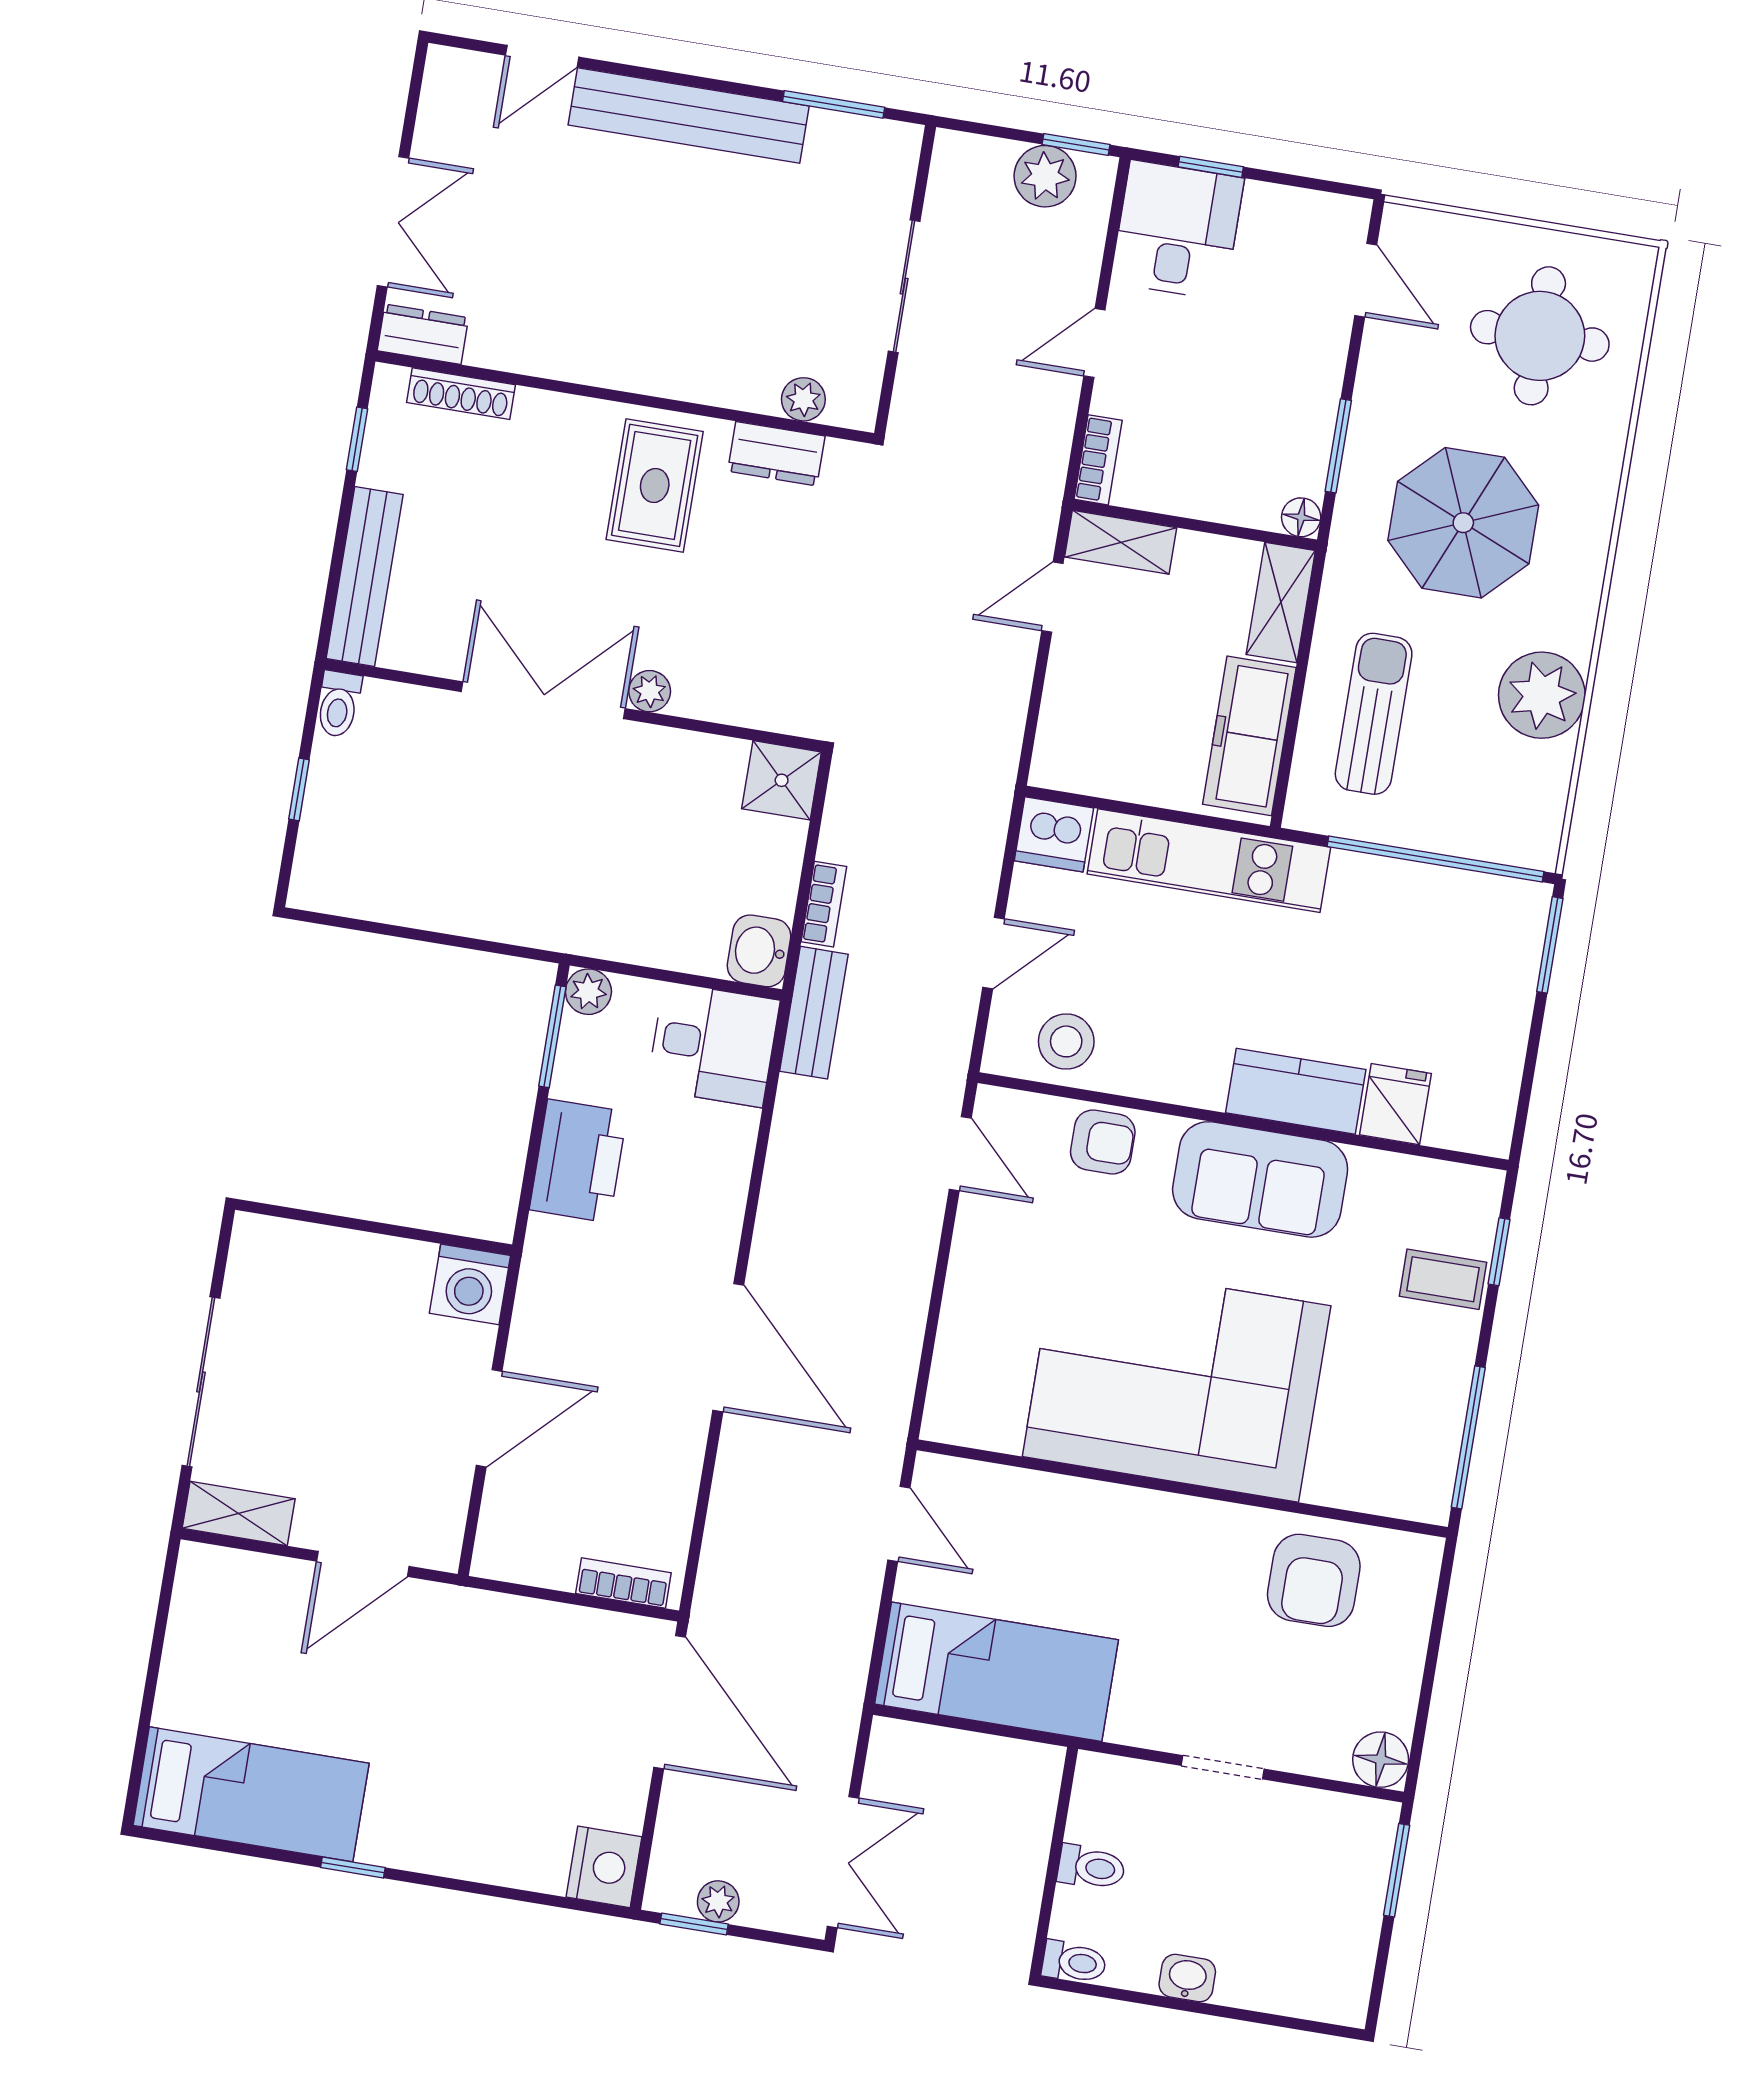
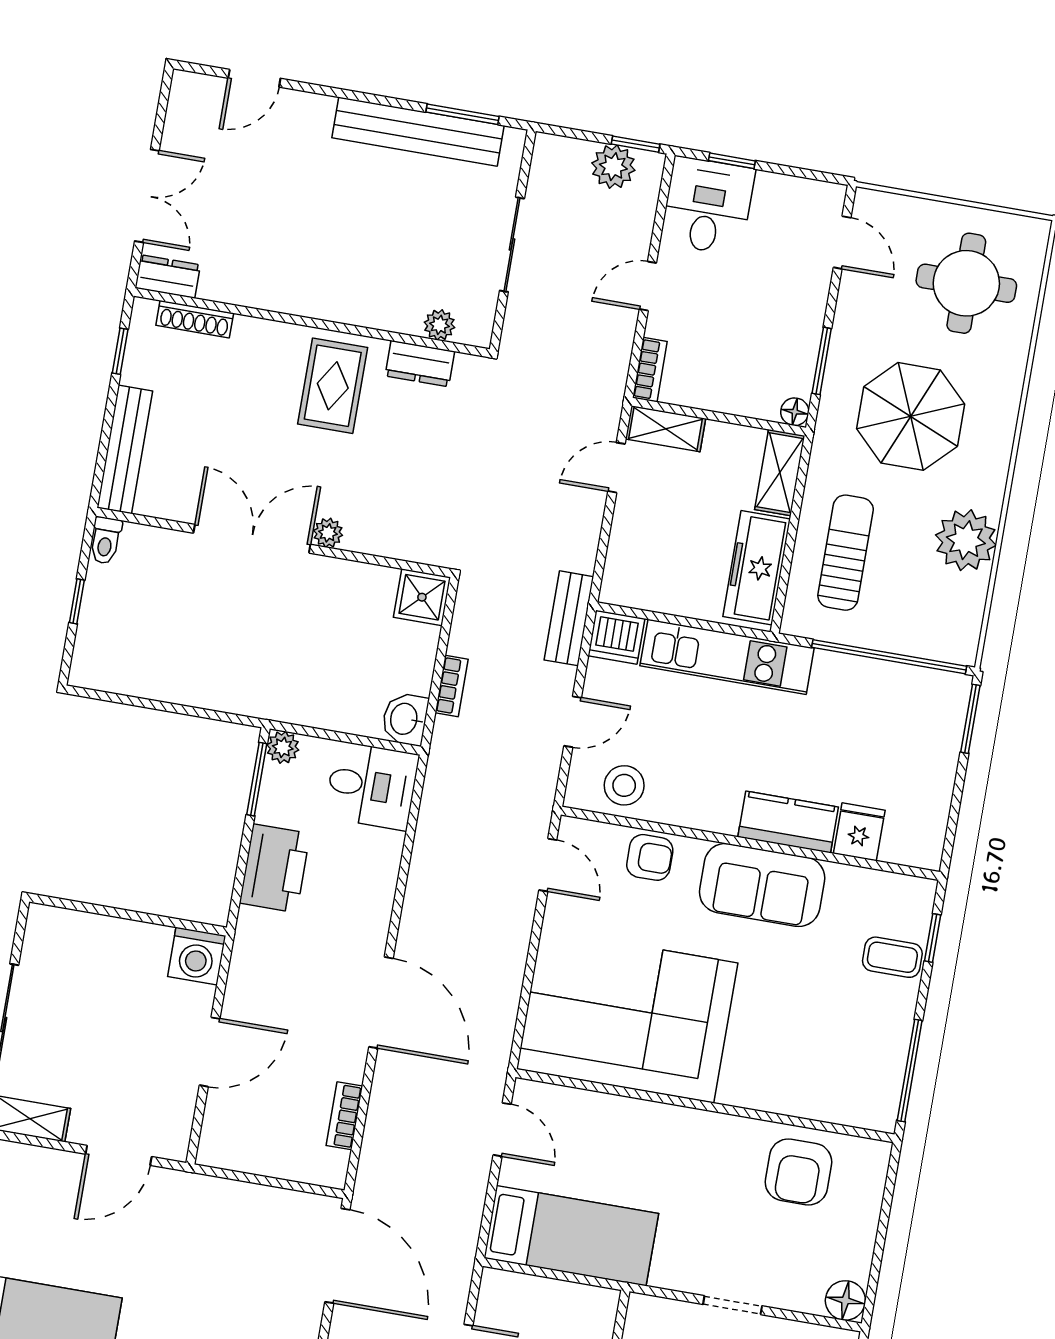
bench: (689, 116) -> (418, 132), moved
bench: (814, 1013) -> (569, 618), moved
corner sofa: (1177, 1381) -> (627, 1016), moved
bookcase: (623, 1583) -> (344, 1116), moved, turned -90

